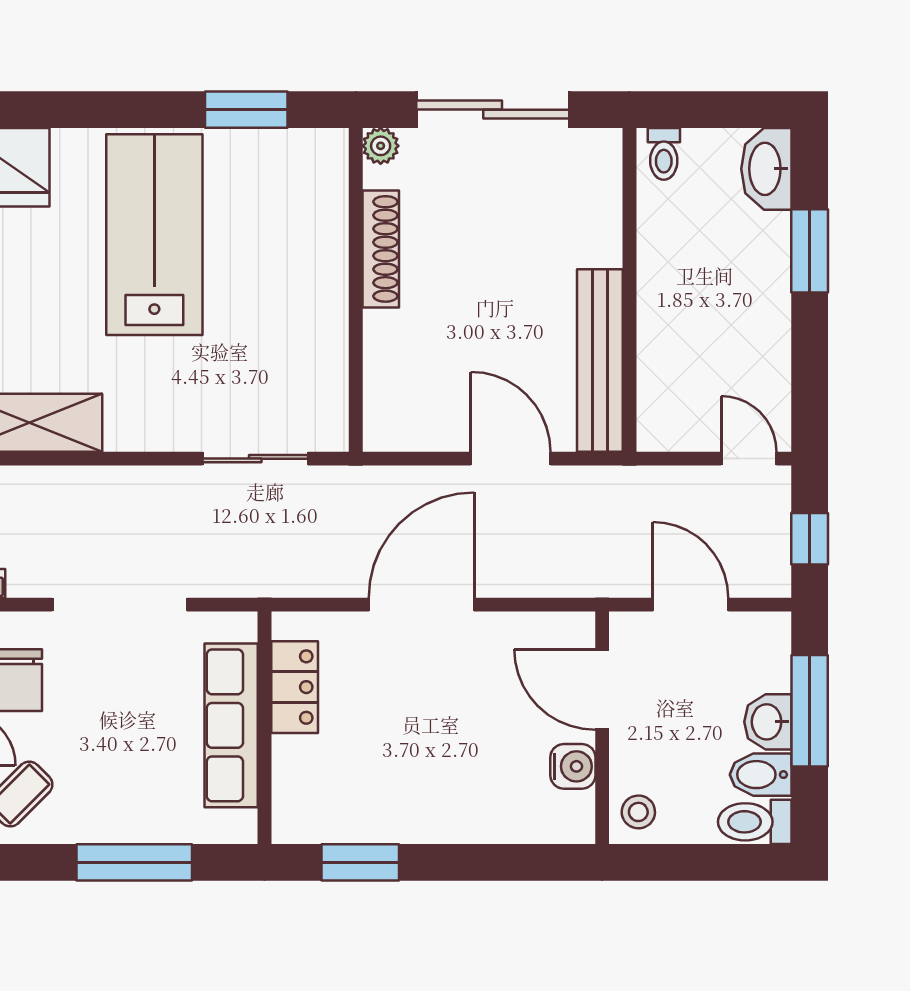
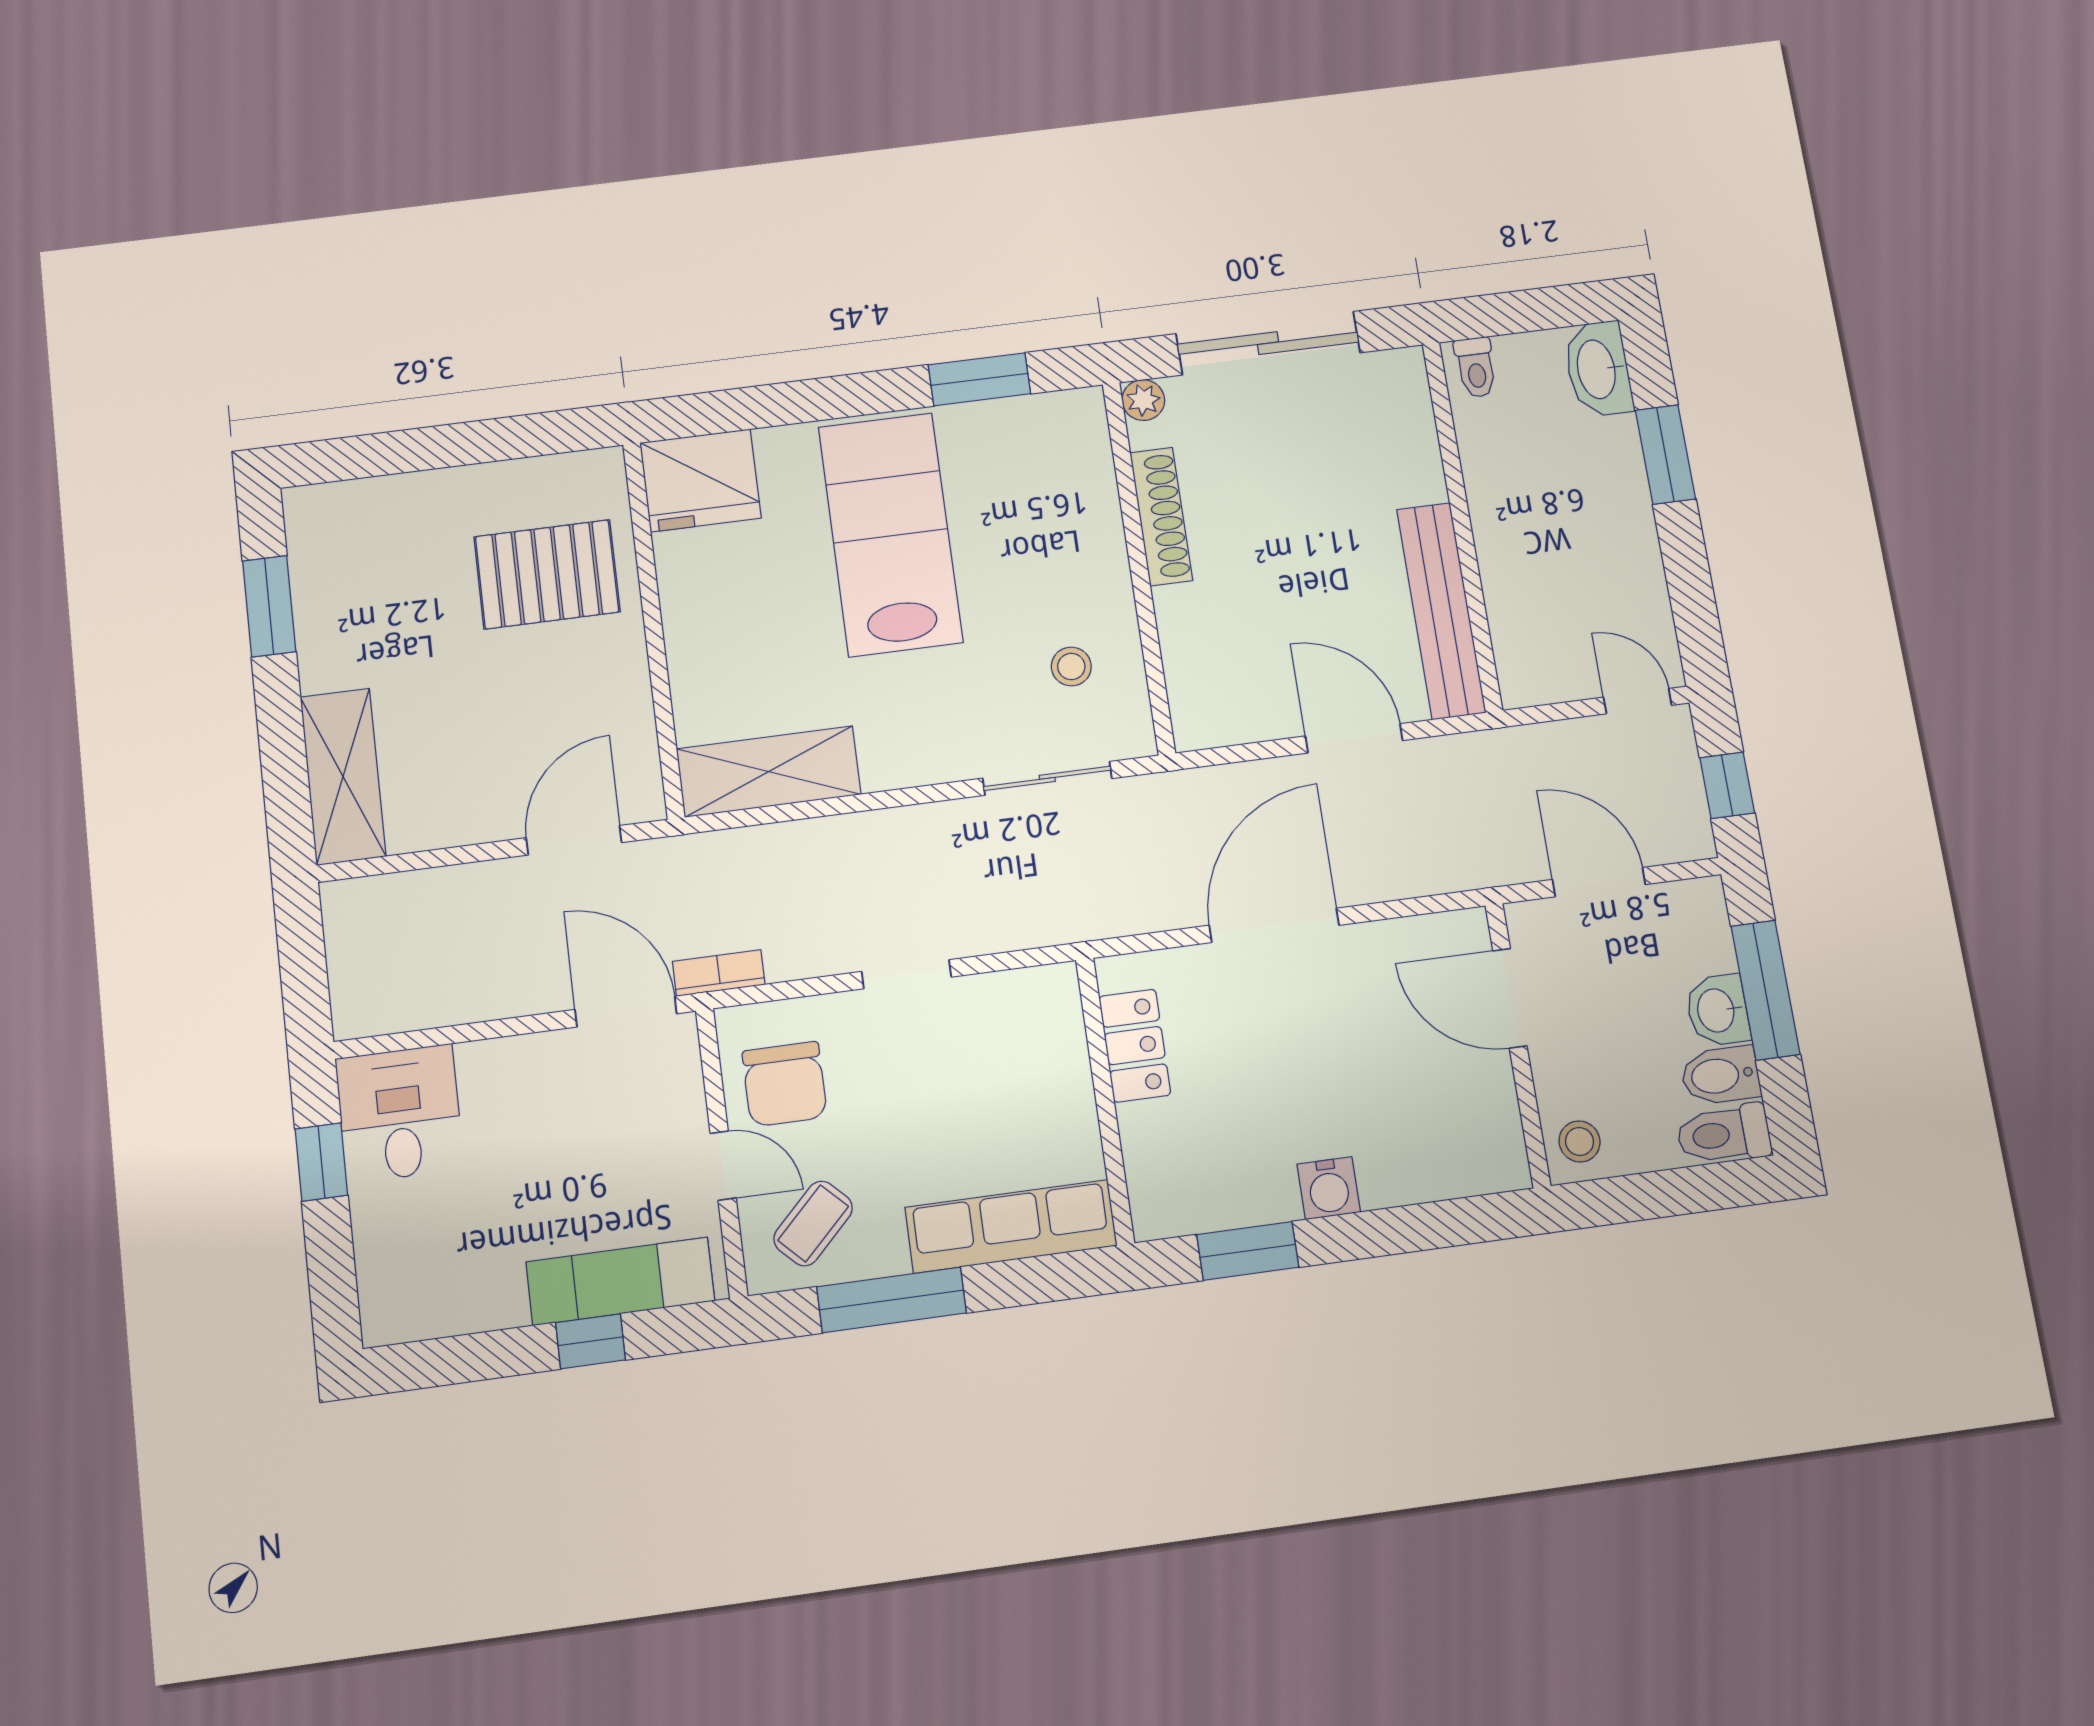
stool: (288, 367) -> (1071, 666), added
doorway: (120, 605) -> (906, 974), width x0.53
row of seats: (231, 725) -> (1011, 1226), moved, turned 90
water cooler: (573, 766) -> (1329, 1188), moved, turned 90
window: (134, 862) -> (891, 1300), moved

